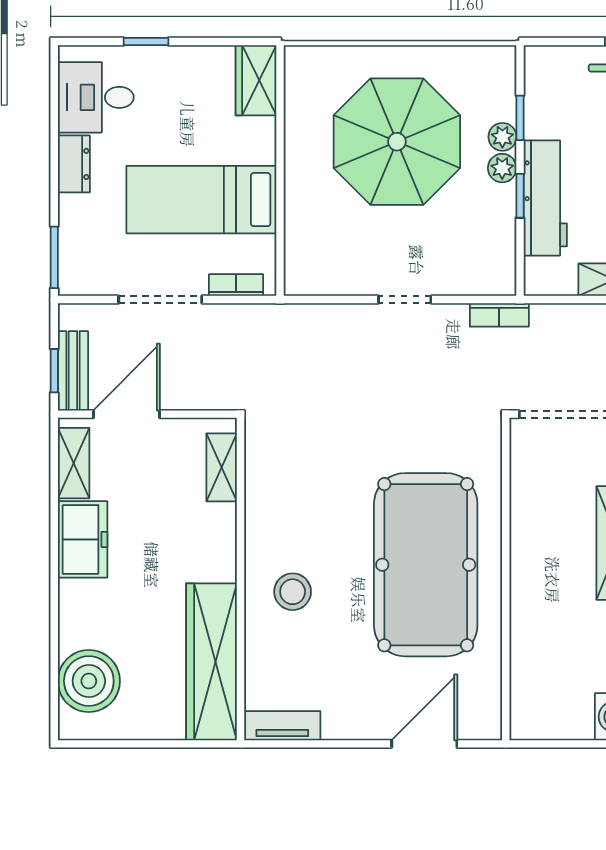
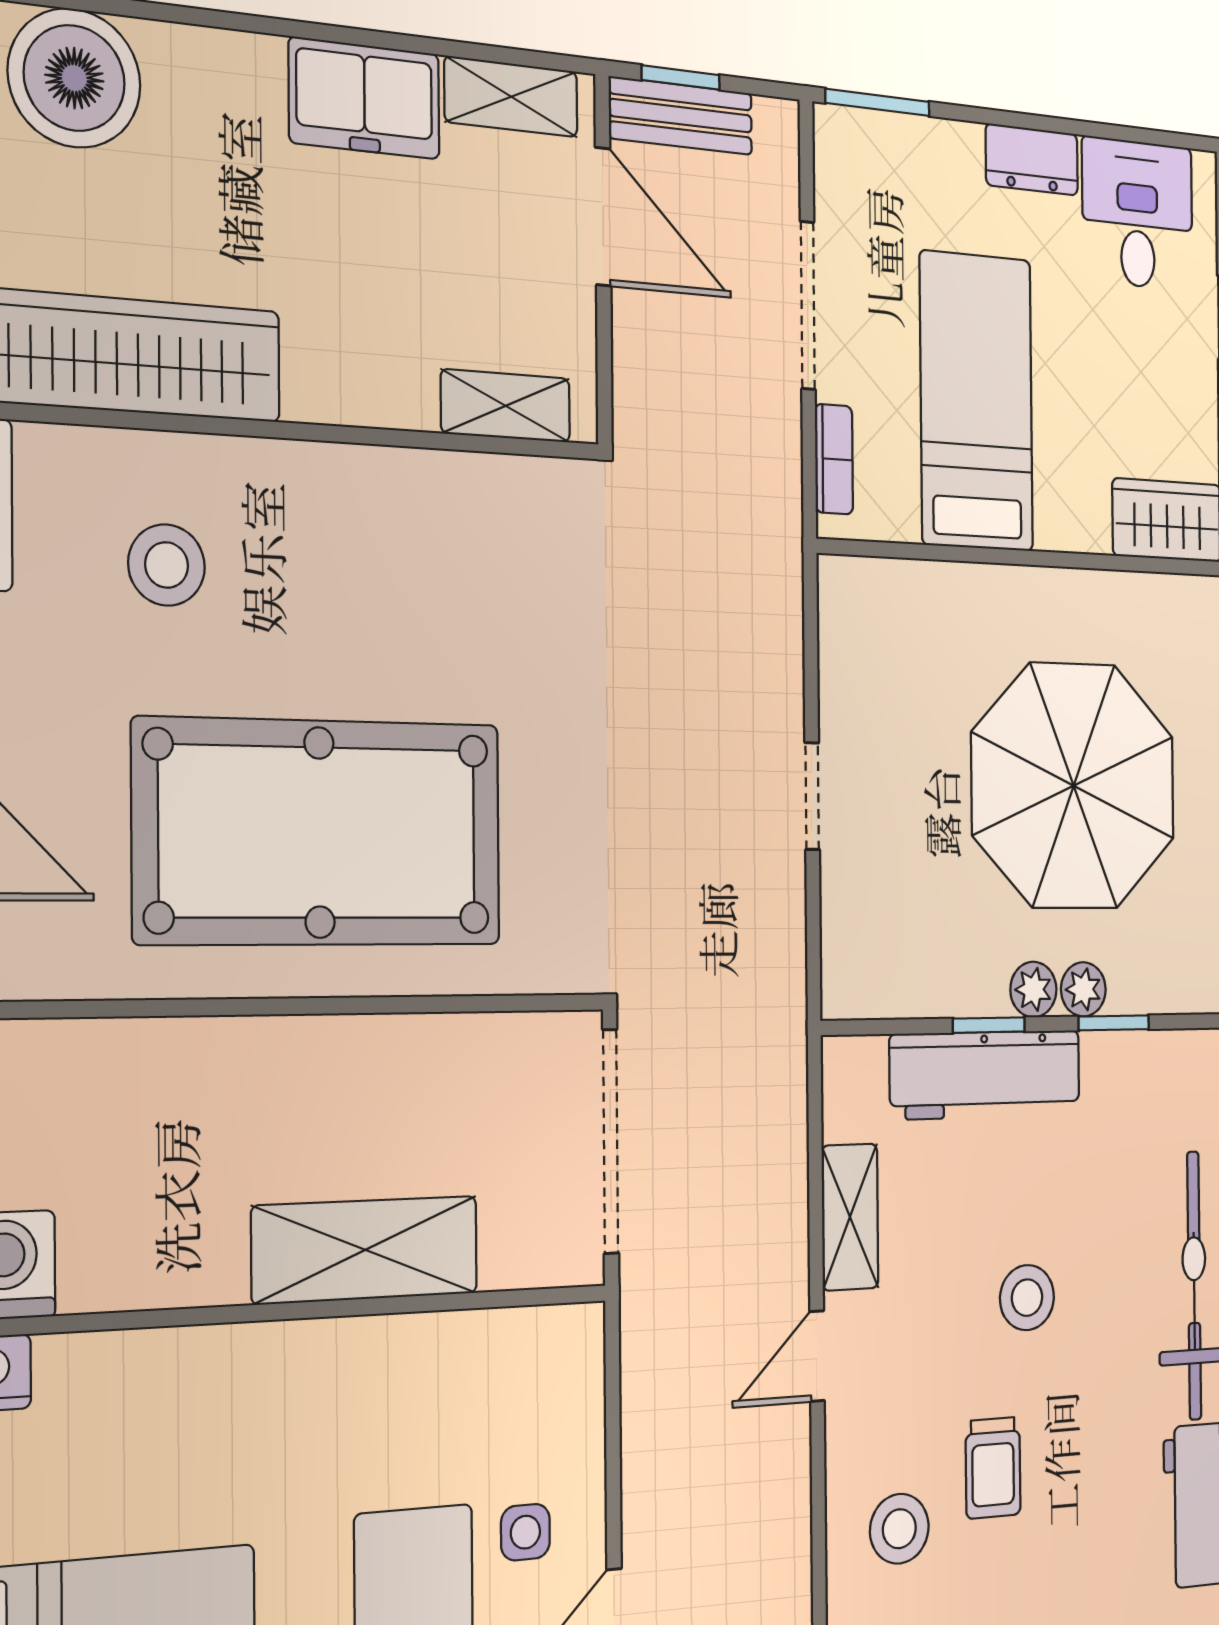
bookcase: (499, 315) -> (787, 987), removed
stool: (293, 592) -> (167, 565), moved

